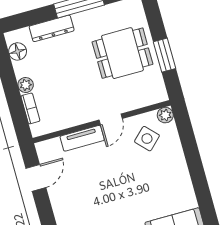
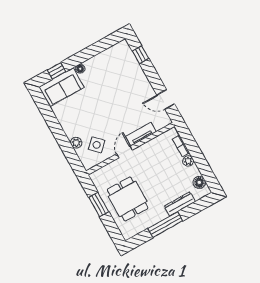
dining table: (122, 53) -> (128, 199), turned 90
plant: (165, 115) -> (76, 143), moved
door: (36, 178) -> (166, 100), hinge flipped

